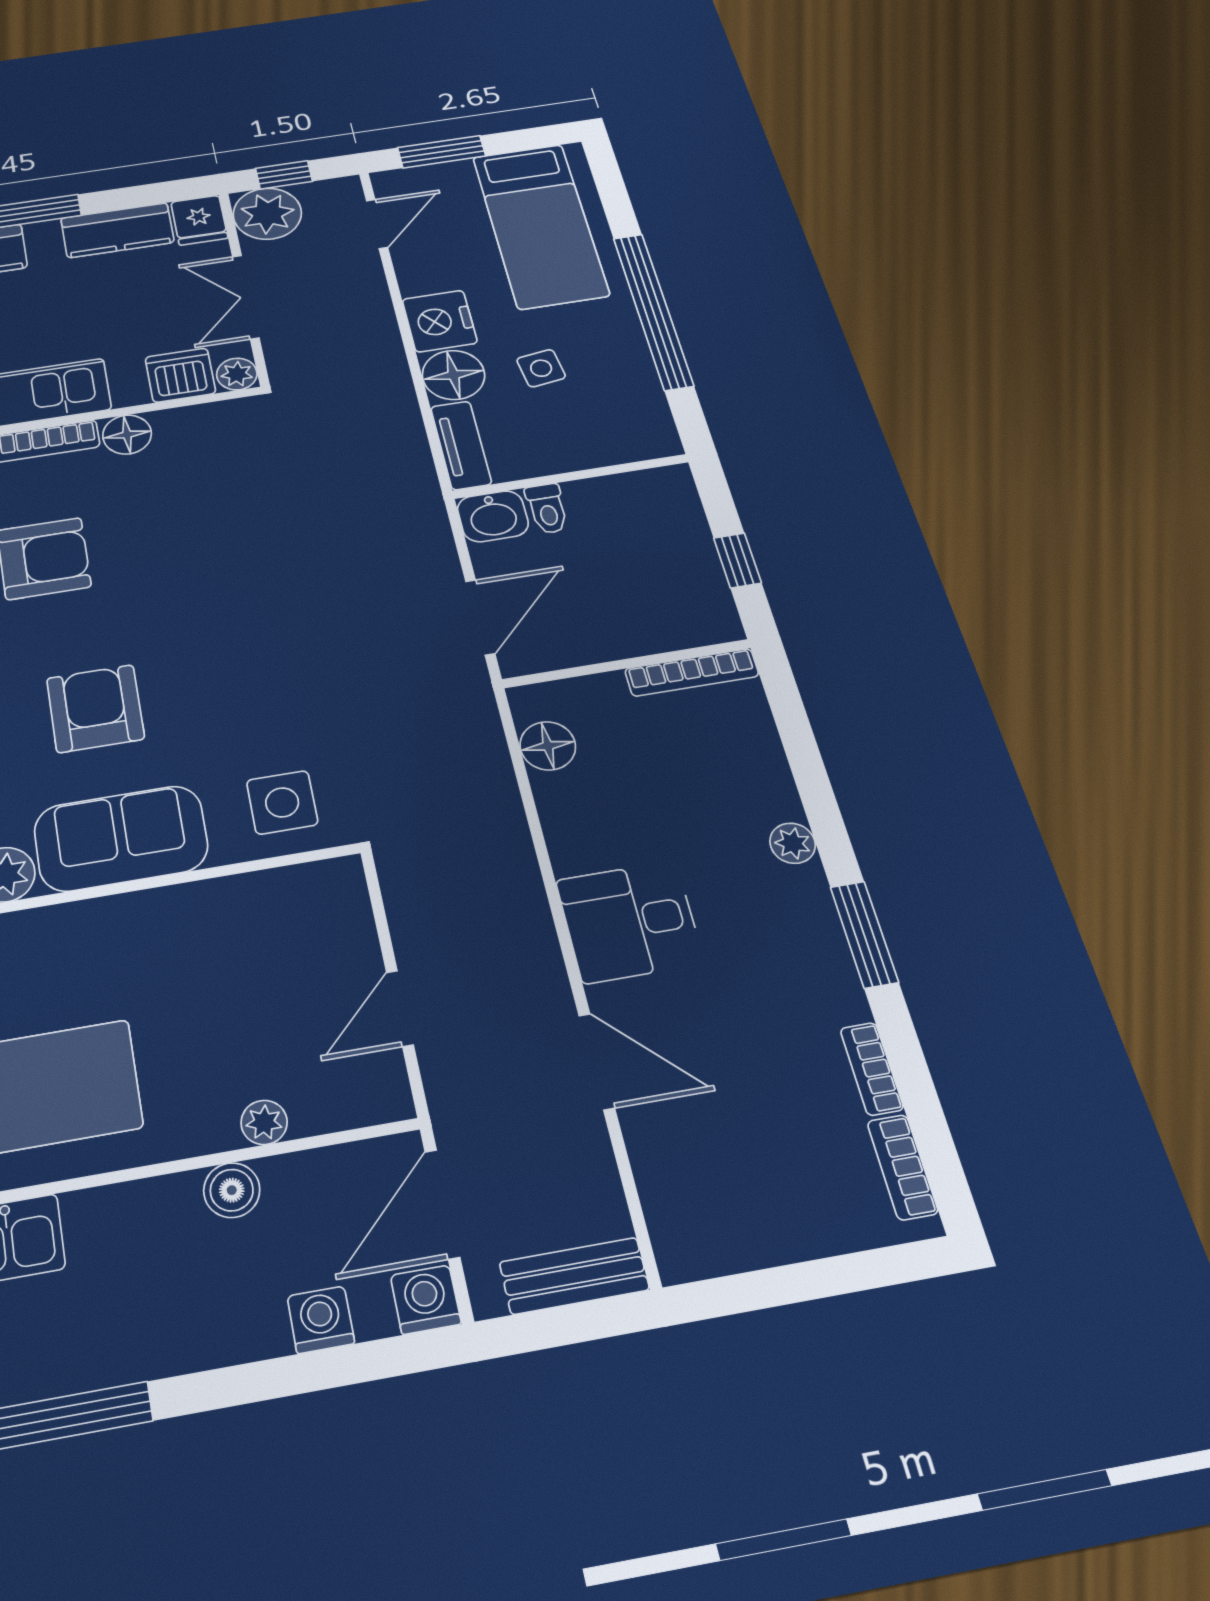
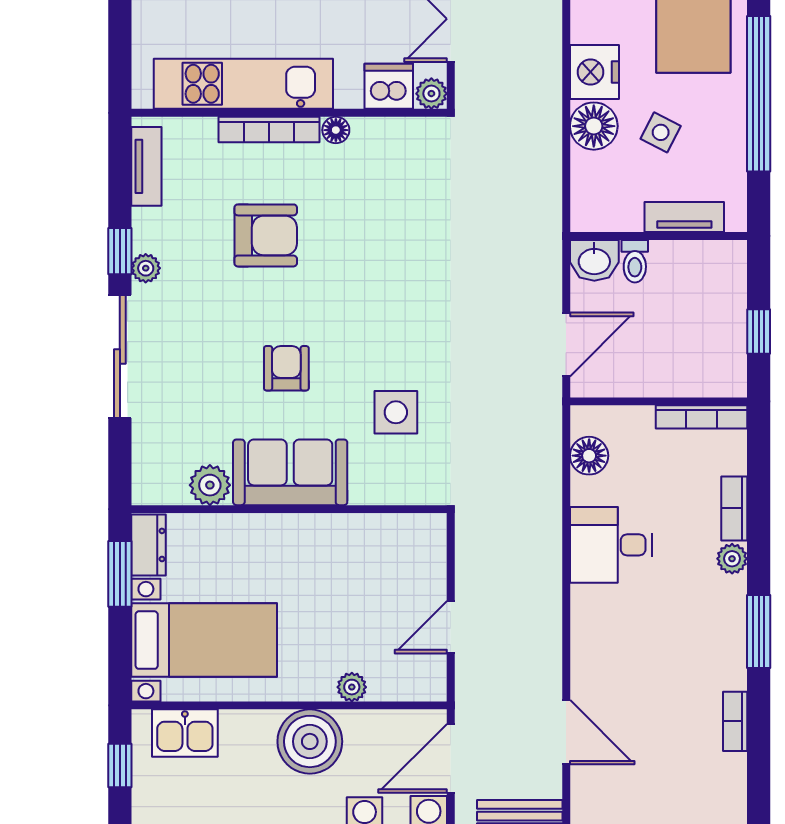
side table: (541, 368) -> (661, 132), turned 35
floor lamp: (127, 435) -> (336, 130), width x0.73, depth x0.73
tv unit: (461, 445) -> (684, 217), moved, turned -90
armchair: (95, 709) -> (286, 368), width x0.72, depth x0.72
side table: (282, 802) -> (396, 412), moved
desk: (630, 922) -> (611, 545), moved
door: (597, 1062) -> (566, 732), moved
bookcase: (902, 1167) -> (734, 508), moved
boiler: (232, 1190) -> (310, 741), width x1.86, depth x1.86

